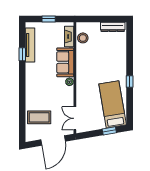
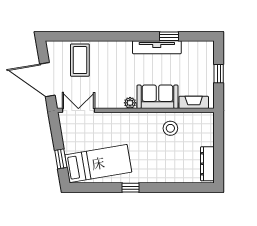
stool: (83, 38) -> (170, 128), moved
tv unit: (30, 45) -> (157, 47), moved

